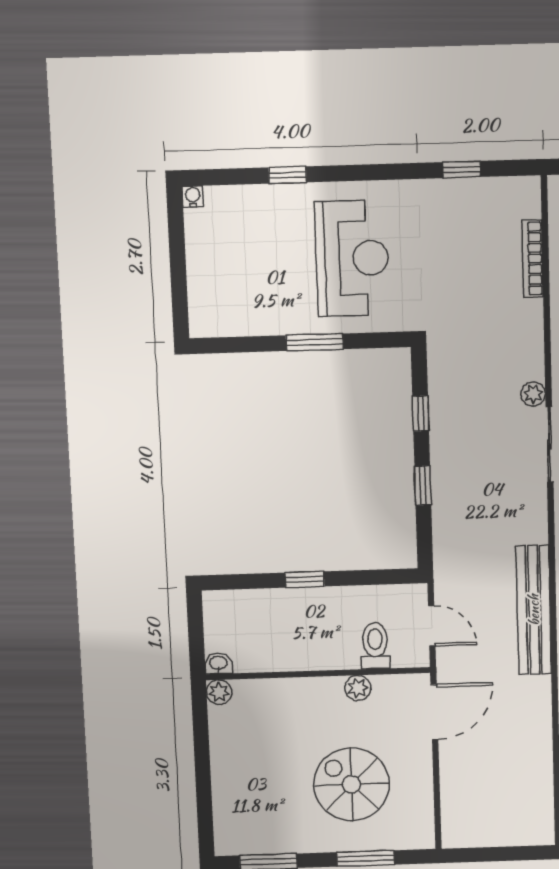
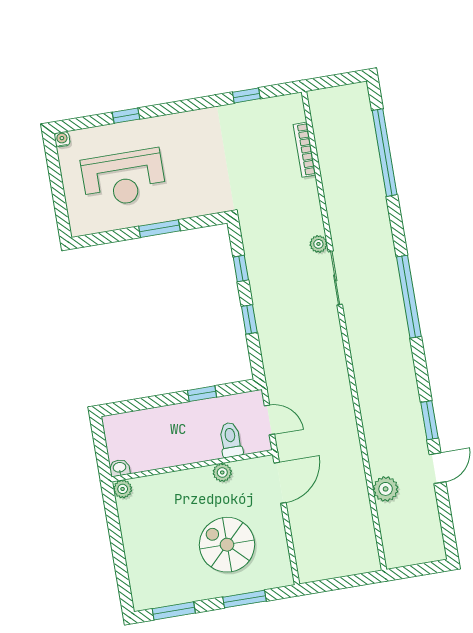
reception desk: (352, 258) -> (124, 178), moved, turned 90
window: (305, 580) -> (202, 394), moved
bench: (534, 610) -> (341, 398), removed

